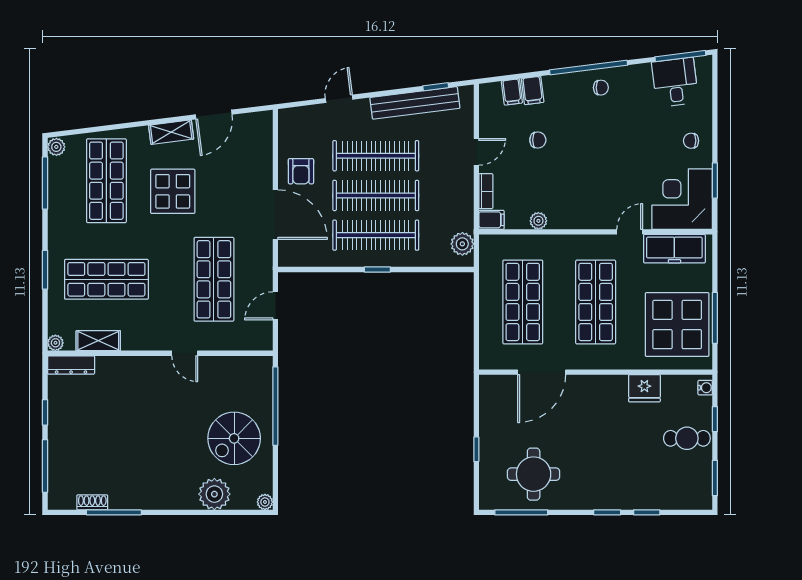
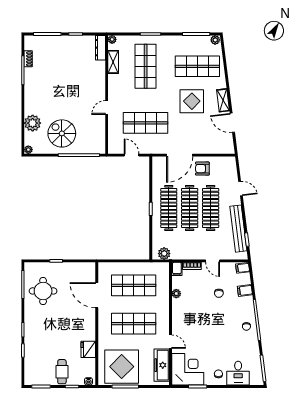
desk: (675, 82) -> (238, 373), moved, turned 97
filing cabinet: (512, 92) -> (243, 268), moved

